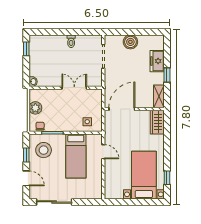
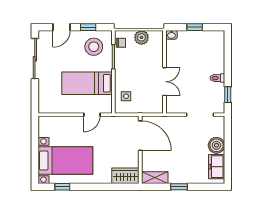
window: (86, 32) -> (228, 95), added
window: (26, 49) -> (195, 27), moved
freezer: (157, 61) -> (217, 167), moved, turned -90

